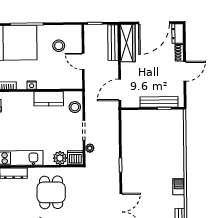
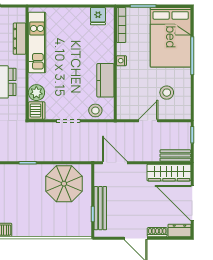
bench: (113, 43) -> (175, 155), width x0.73
parasol: (138, 134) -> (64, 184), added
plant: (90, 148) -> (48, 127), removed

